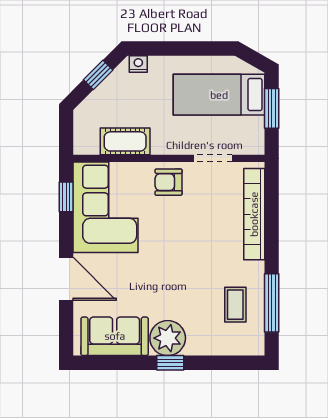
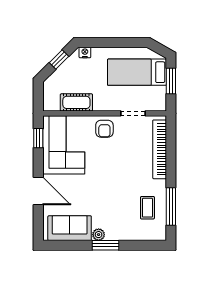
armchair: (169, 182) -> (104, 129), turned -90
plant: (168, 338) -> (99, 235), width x0.53, depth x0.53
window: (170, 363) -> (106, 245), width x1.50

